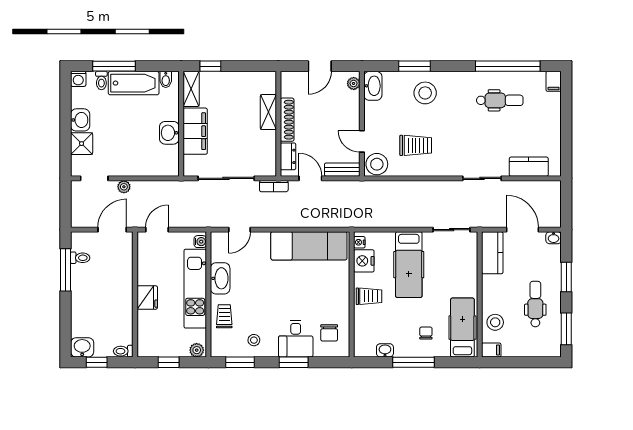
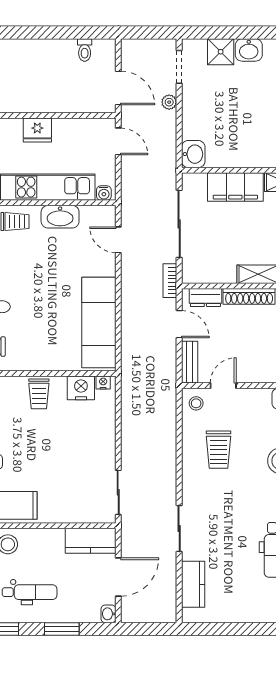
washbasin: (169, 133) -> (193, 154), moved, turned 90
stool: (377, 164) -> (196, 403), width x0.53, depth x0.53
door: (310, 178) -> (179, 324), hinge flipped
hospital bed: (409, 265) -> (76, 441), removed
window: (65, 270) -> (70, 33), removed

